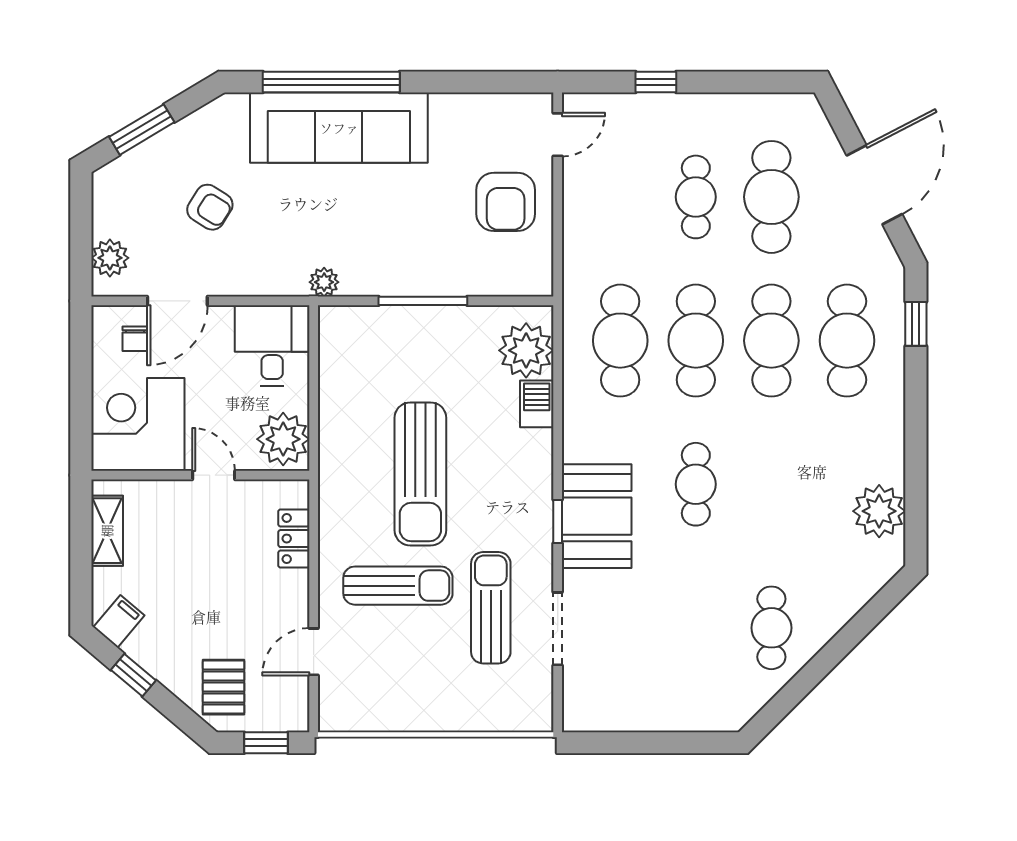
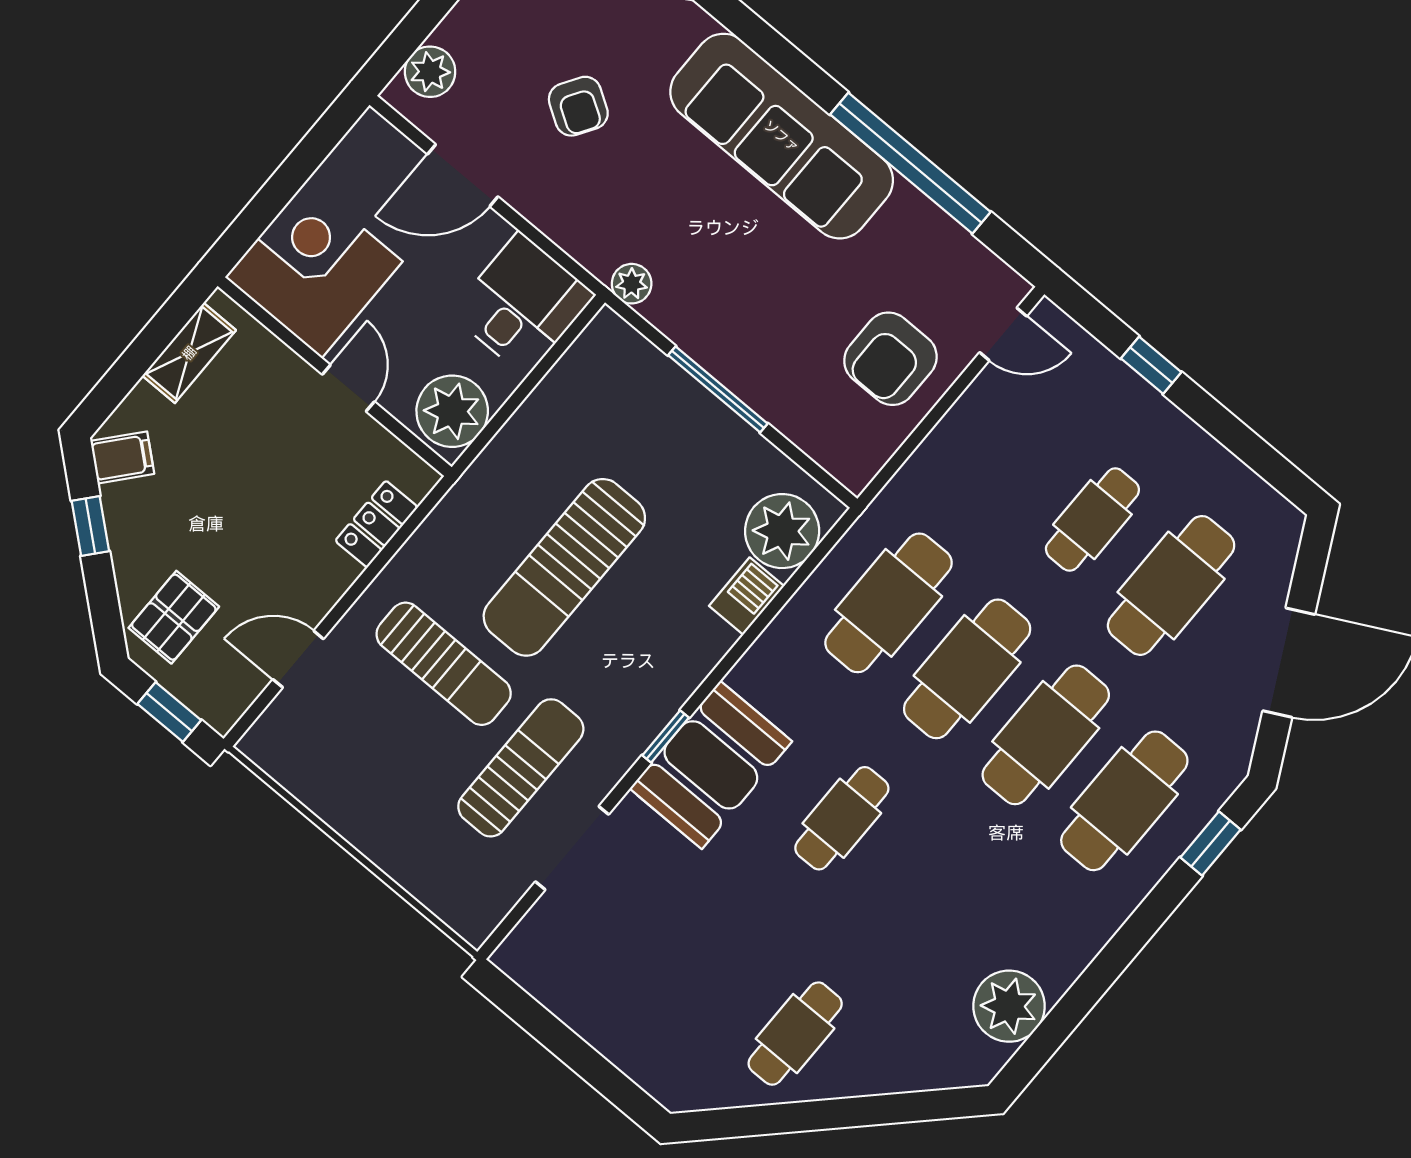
window: (331, 82) -> (910, 163), moved
chair: (135, 339) -> (385, 178), removed

